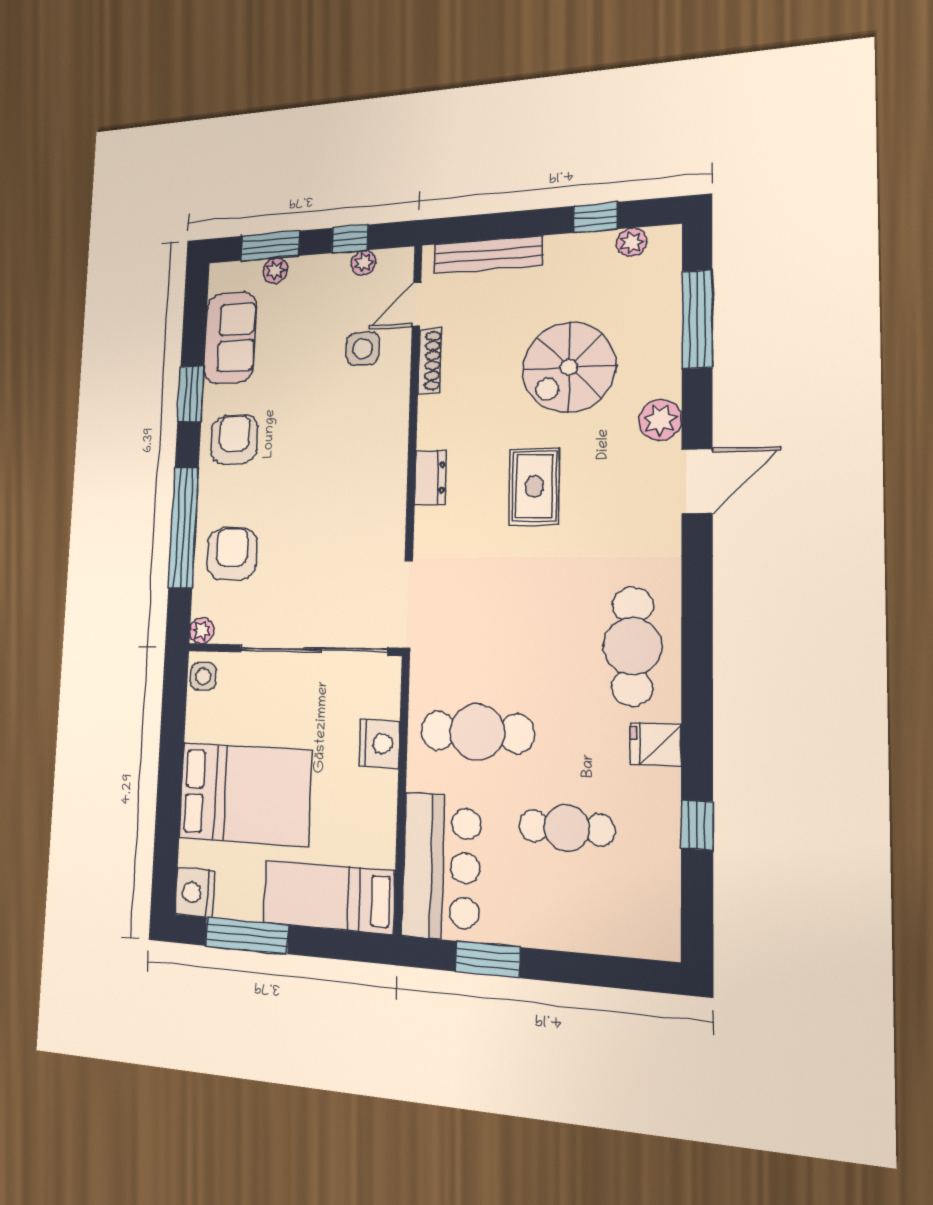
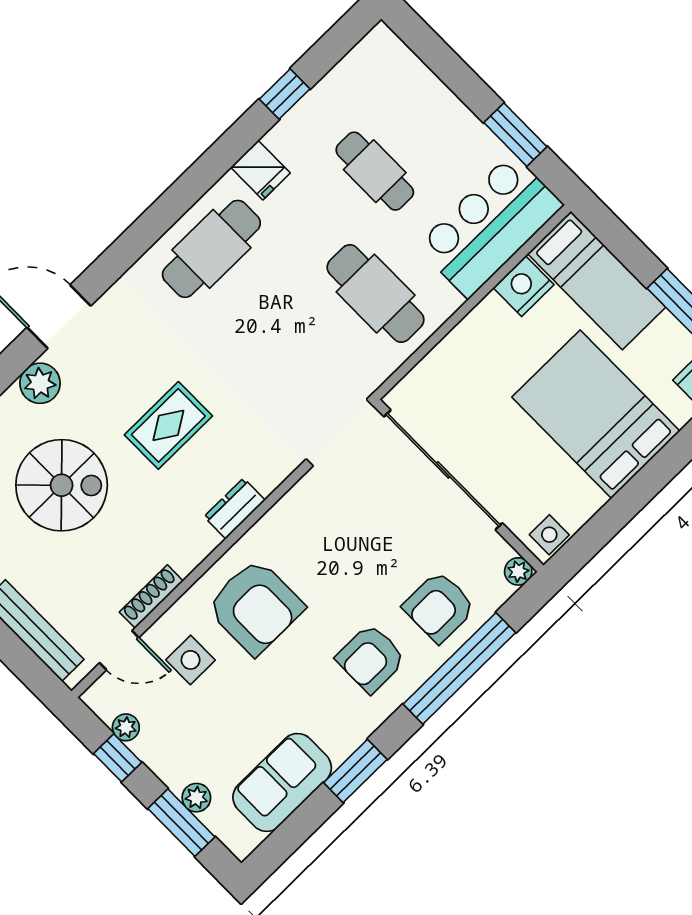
armchair: (353, 428) -> (255, 607), added
armchair: (235, 439) -> (371, 658), moved
nightstand: (379, 744) -> (524, 286), moved

